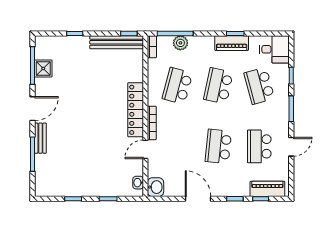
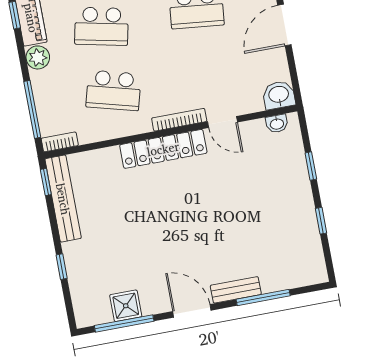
plant: (180, 43) -> (38, 57), moved

